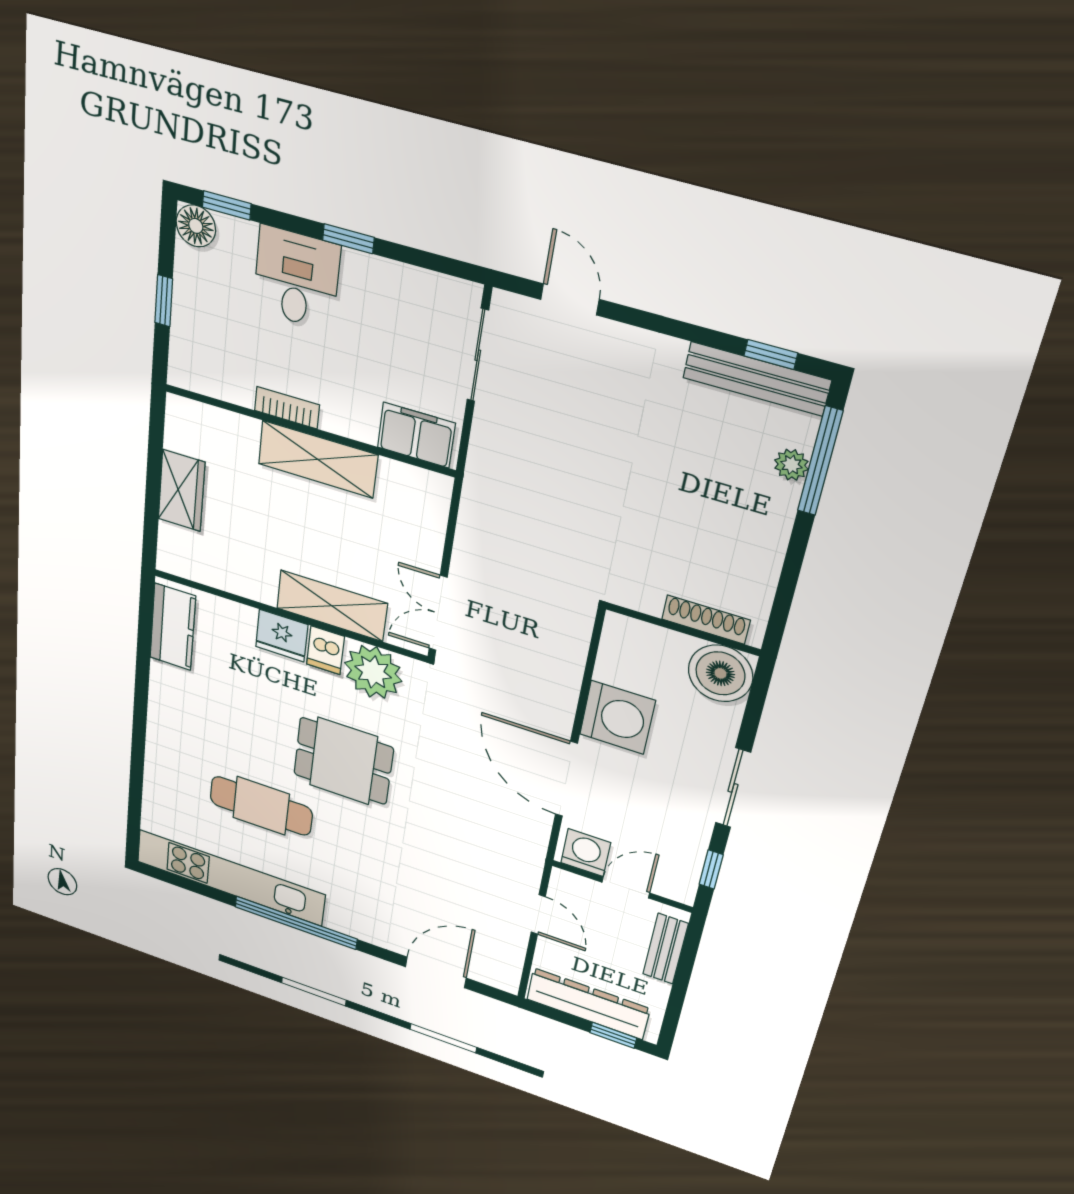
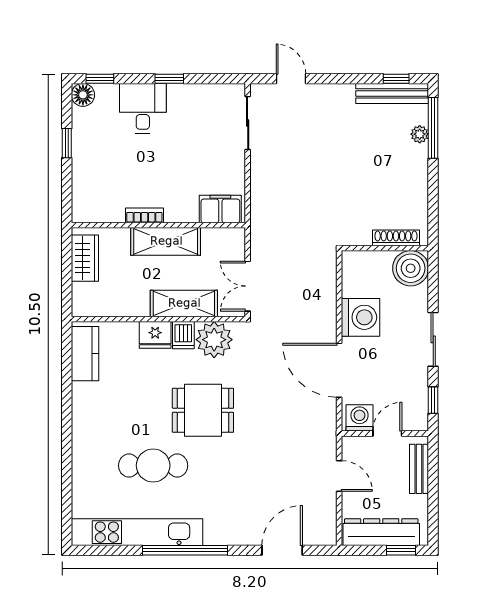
bookcase: (287, 408) -> (144, 215), moved
wall: (308, 430) -> (158, 225), moved
filing cabinet: (416, 435) -> (220, 209), moved
shelving: (318, 459) -> (166, 241), moved

